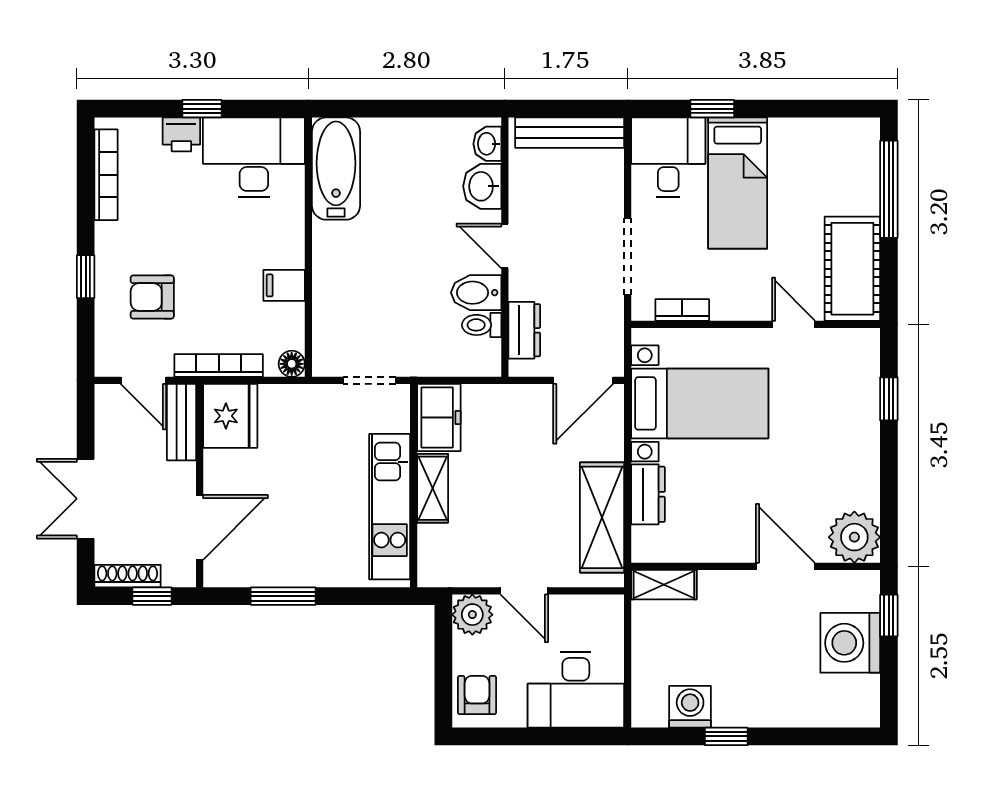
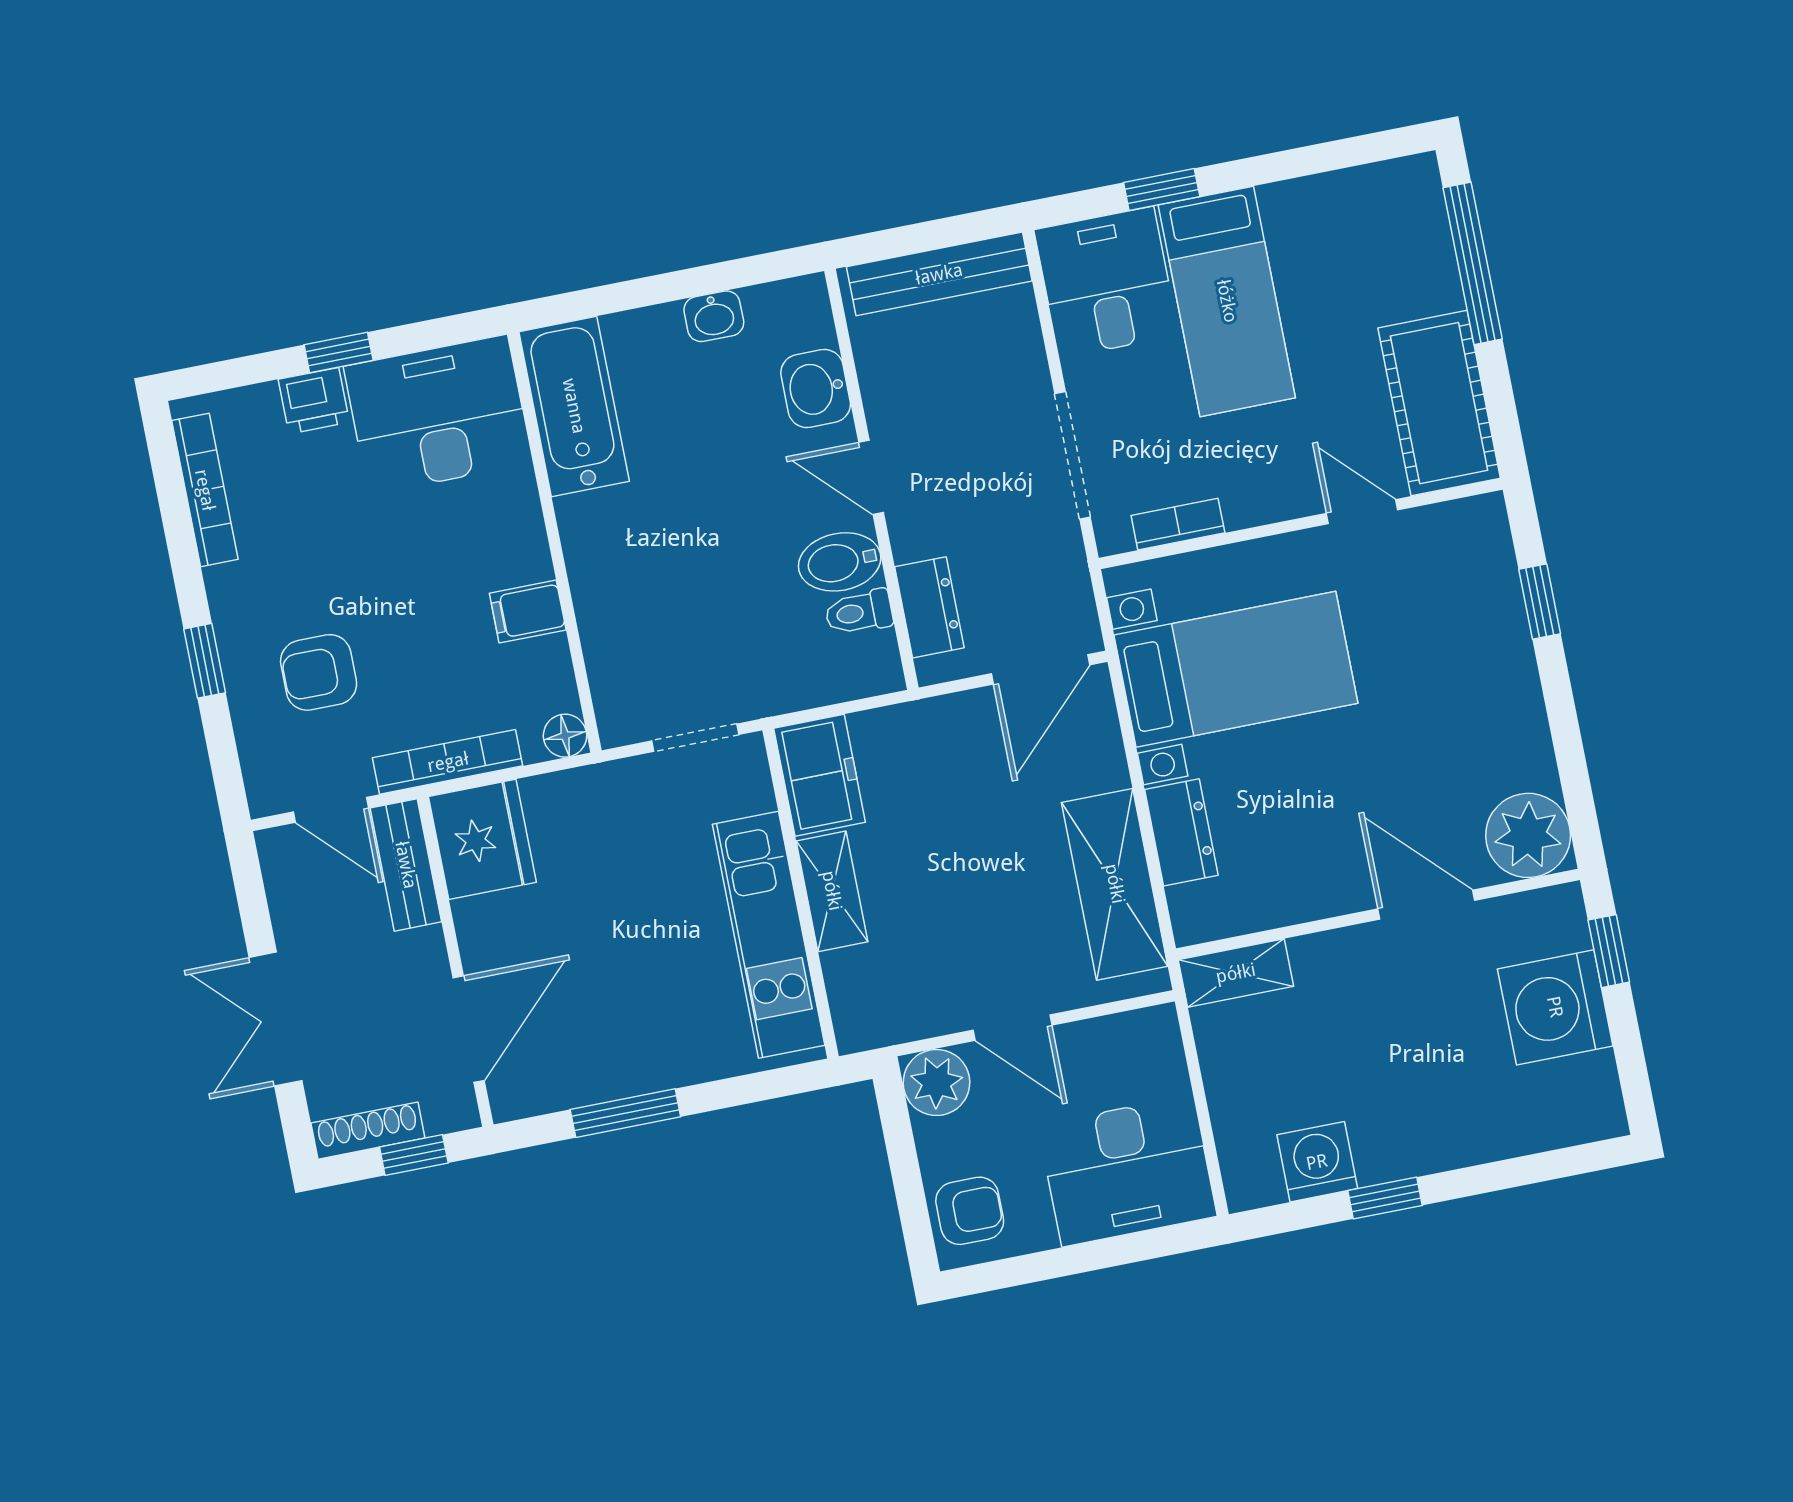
washbasin: (487, 144) -> (714, 316), moved, turned -90
armchair: (477, 695) -> (970, 1211), turned 90

